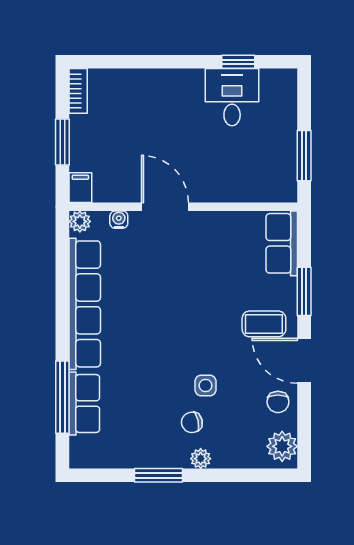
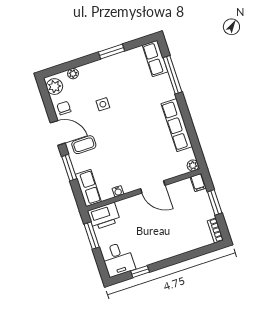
desk: (232, 97) -> (118, 259), moved
printer: (270, 183) -> (104, 216), added
water cooler: (119, 220) -> (118, 191), moved
row of seats: (85, 304) -> (177, 125), width x0.73
row of seats: (84, 403) -> (155, 59), moved
chair: (192, 422) -> (104, 84), removed
plant: (201, 459) -> (73, 74), moved

